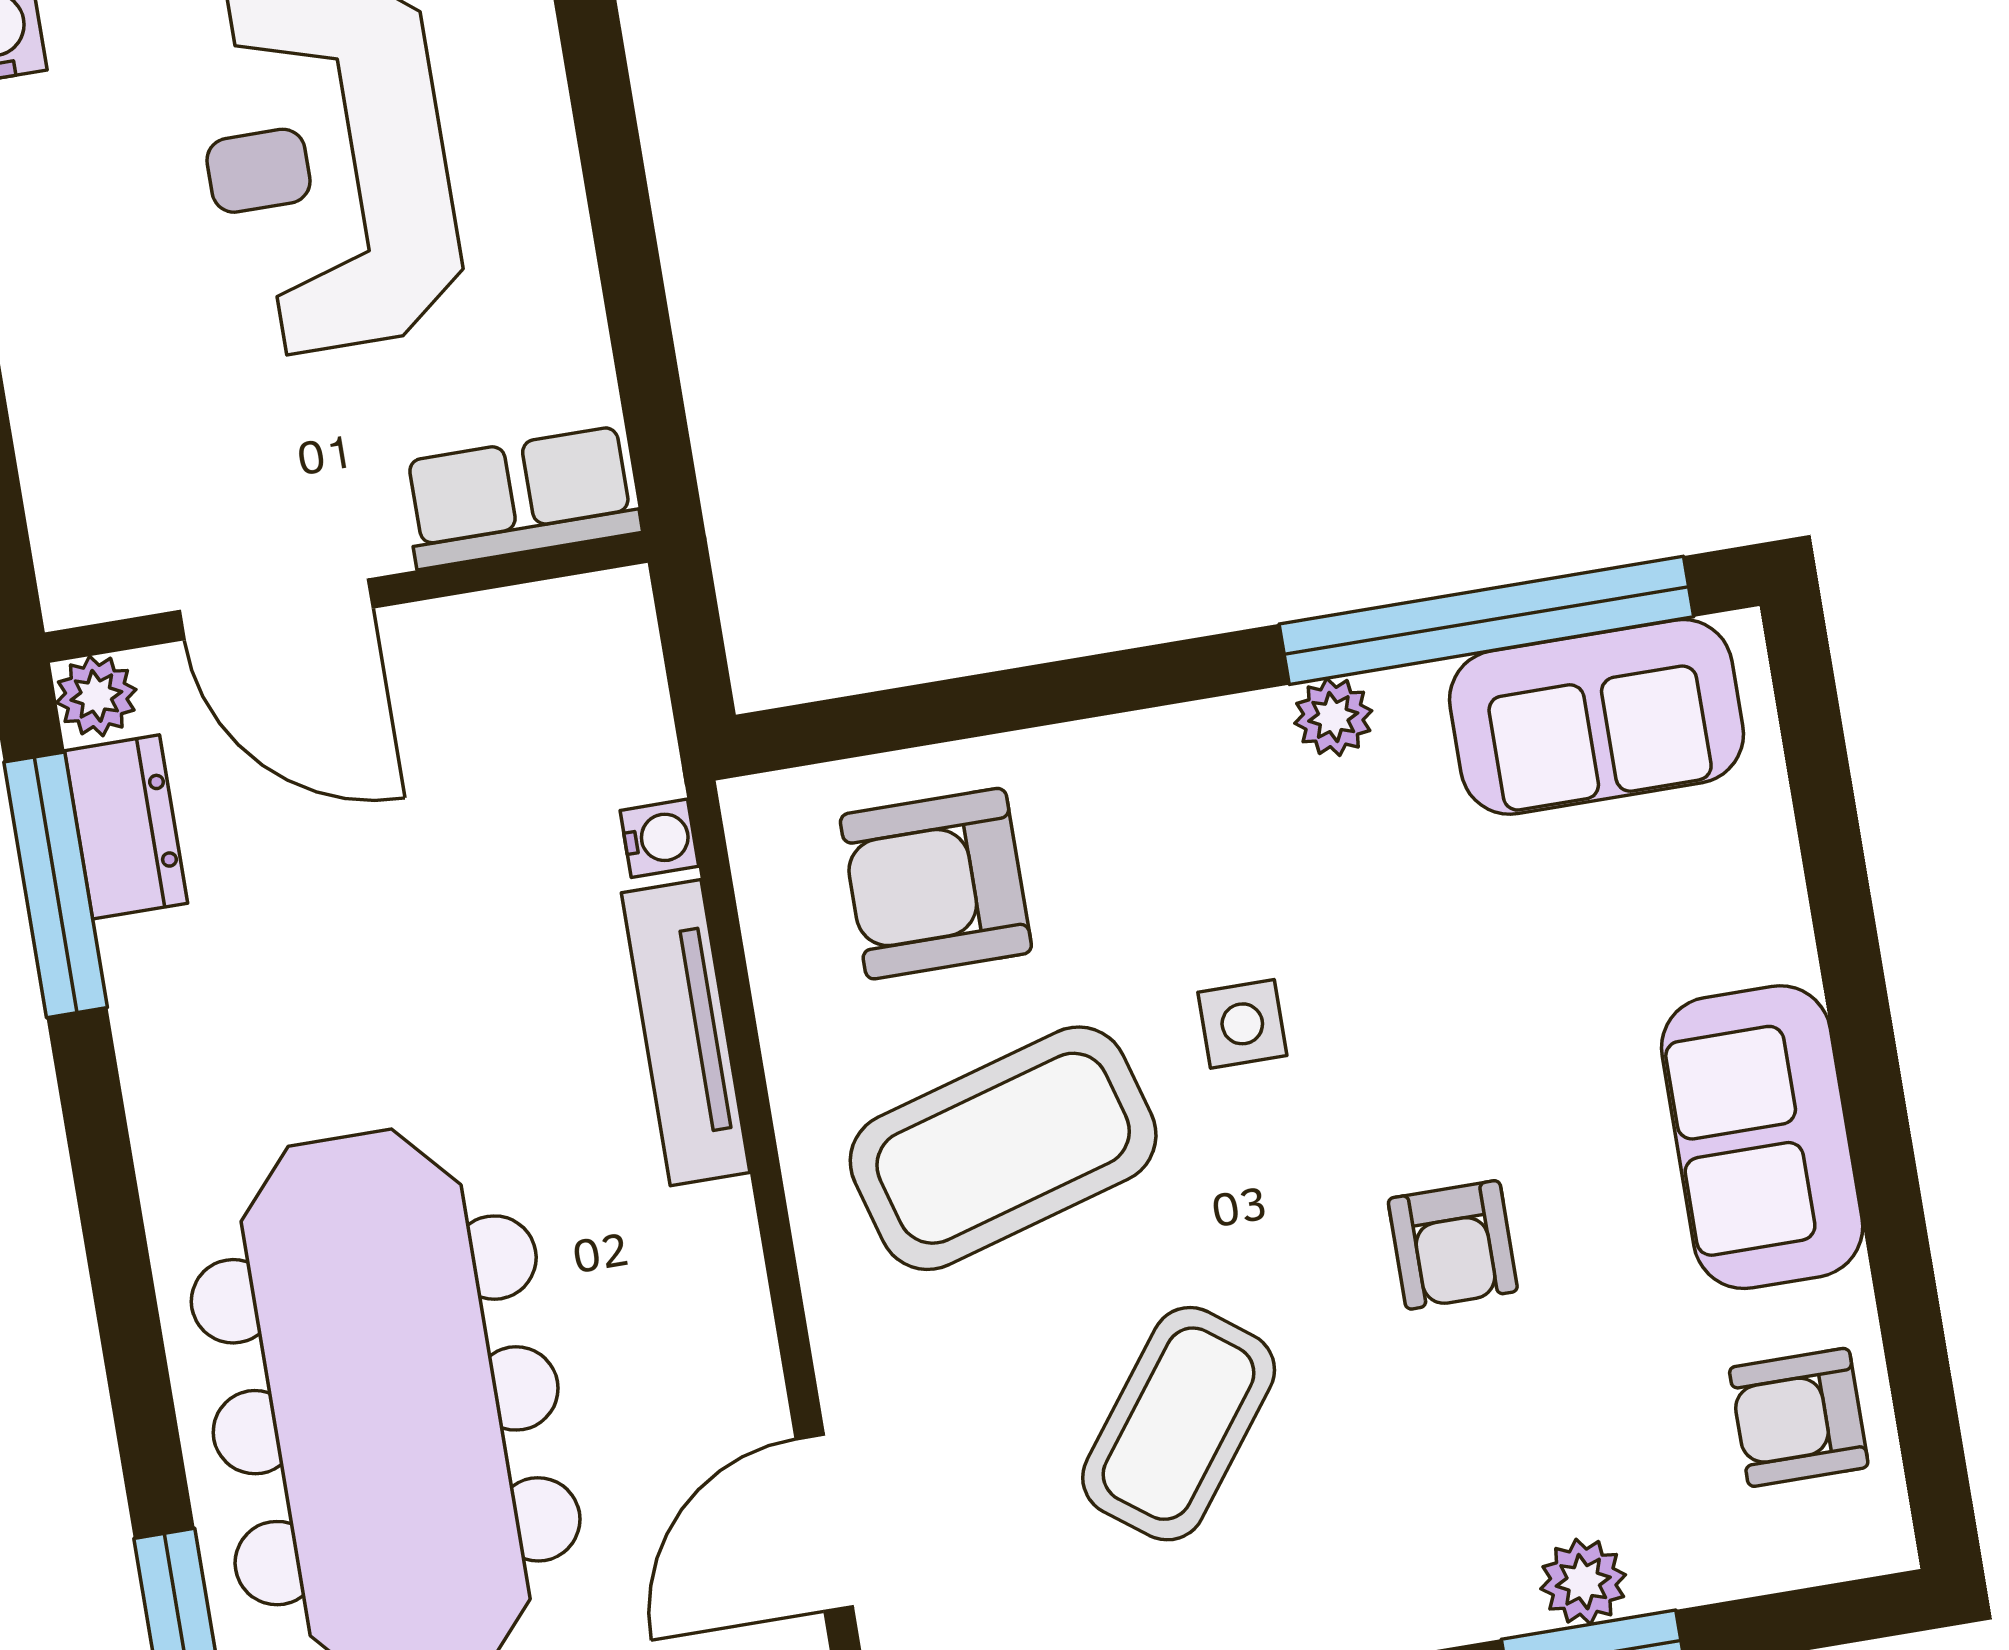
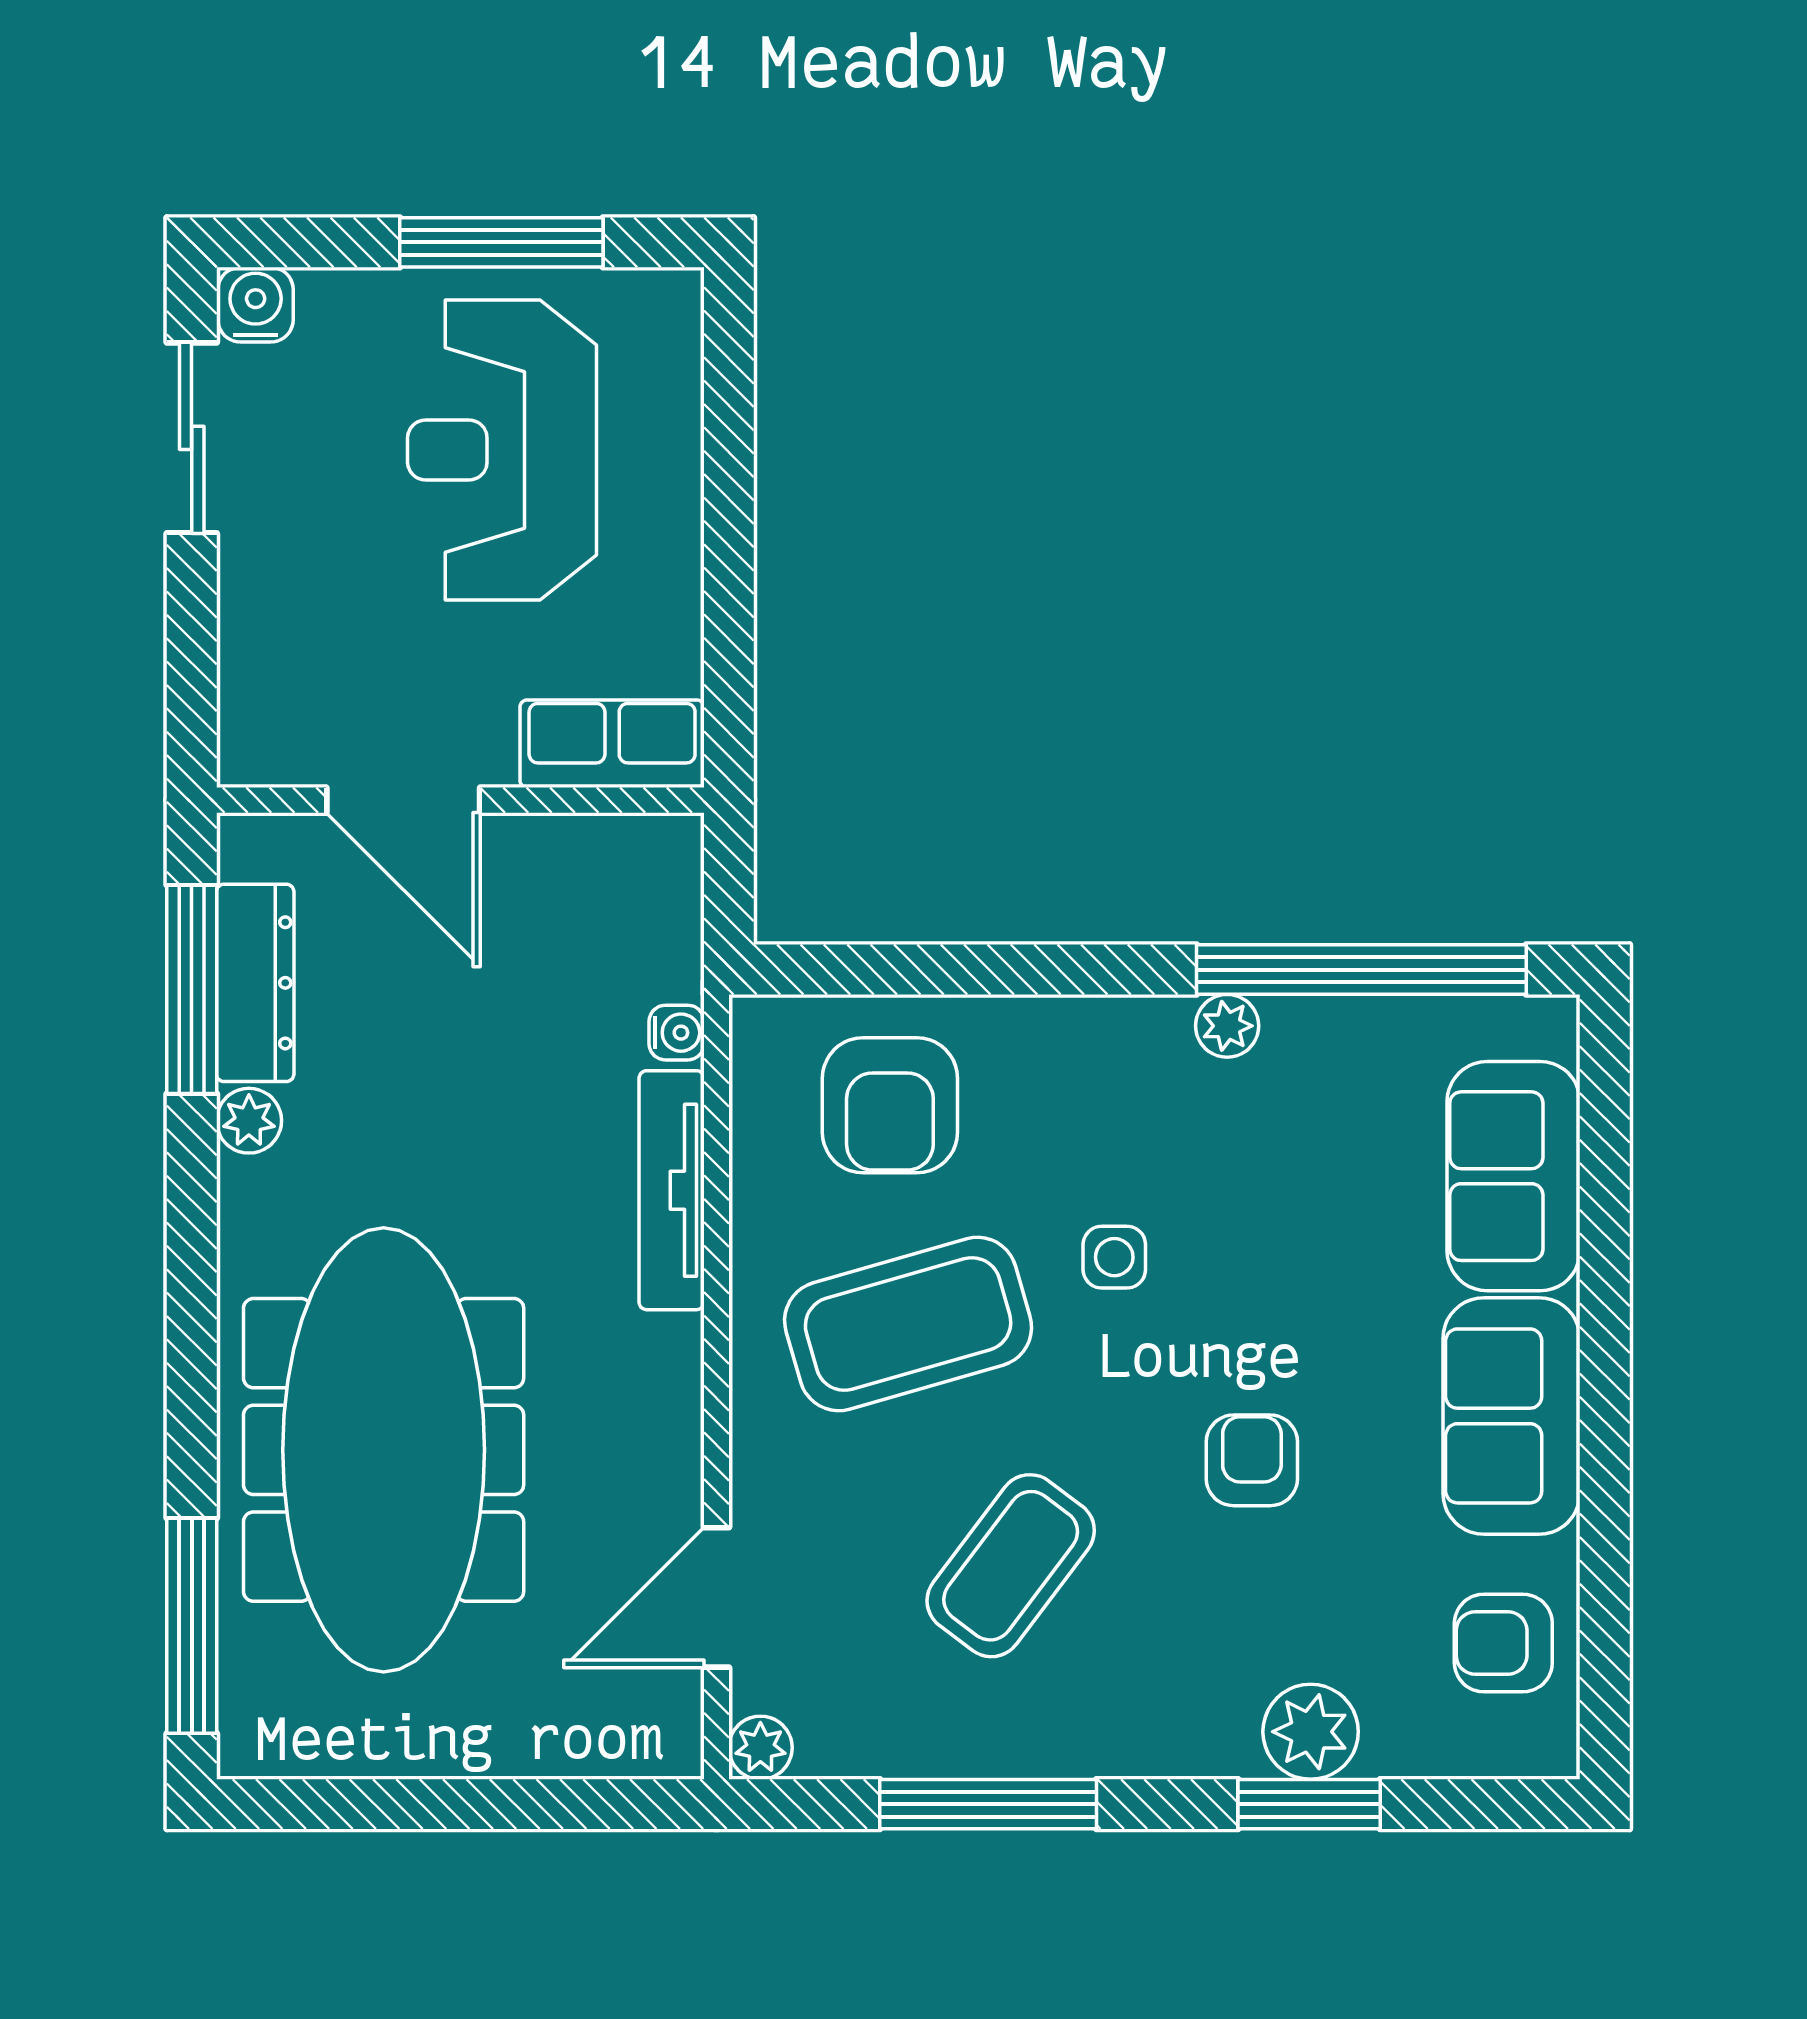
plant: (96, 696) -> (249, 1121), moved
sofa: (1597, 717) -> (1514, 1176), moved, turned 90
dresser: (126, 827) -> (255, 983), width x1.44
armchair: (936, 884) -> (890, 1105), turned -90
armchair: (1453, 1245) -> (1252, 1460), turned 180
plant: (1583, 1582) -> (1311, 1732), width x1.38, depth x1.38

